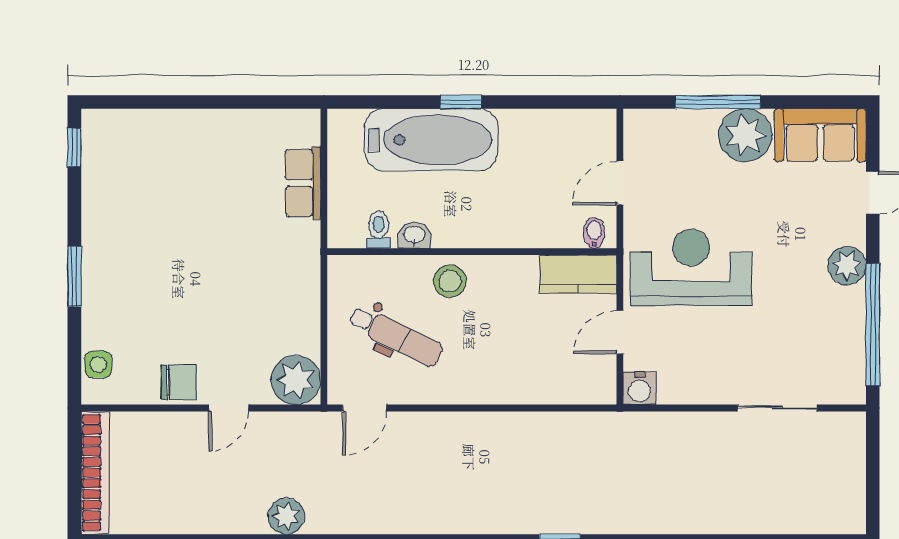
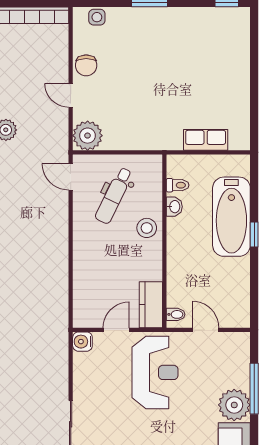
door: (620, 332) -> (116, 330), hinge flipped

